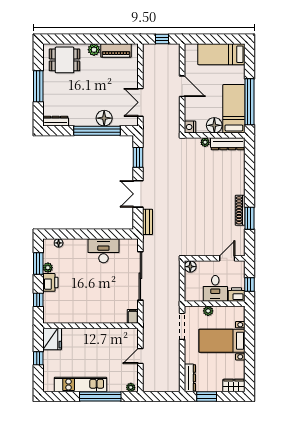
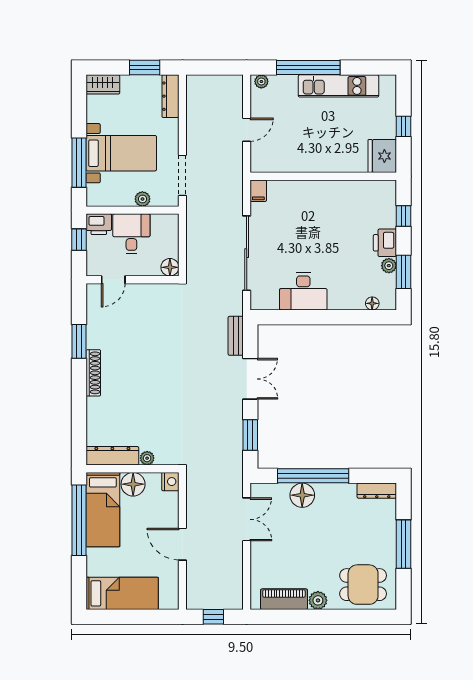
shoe rack: (240, 210) -> (93, 373), moved
window: (249, 335) -> (79, 163), added

